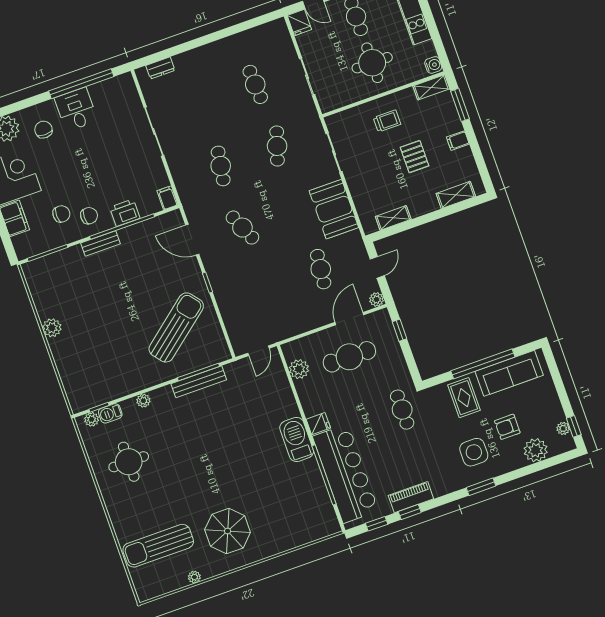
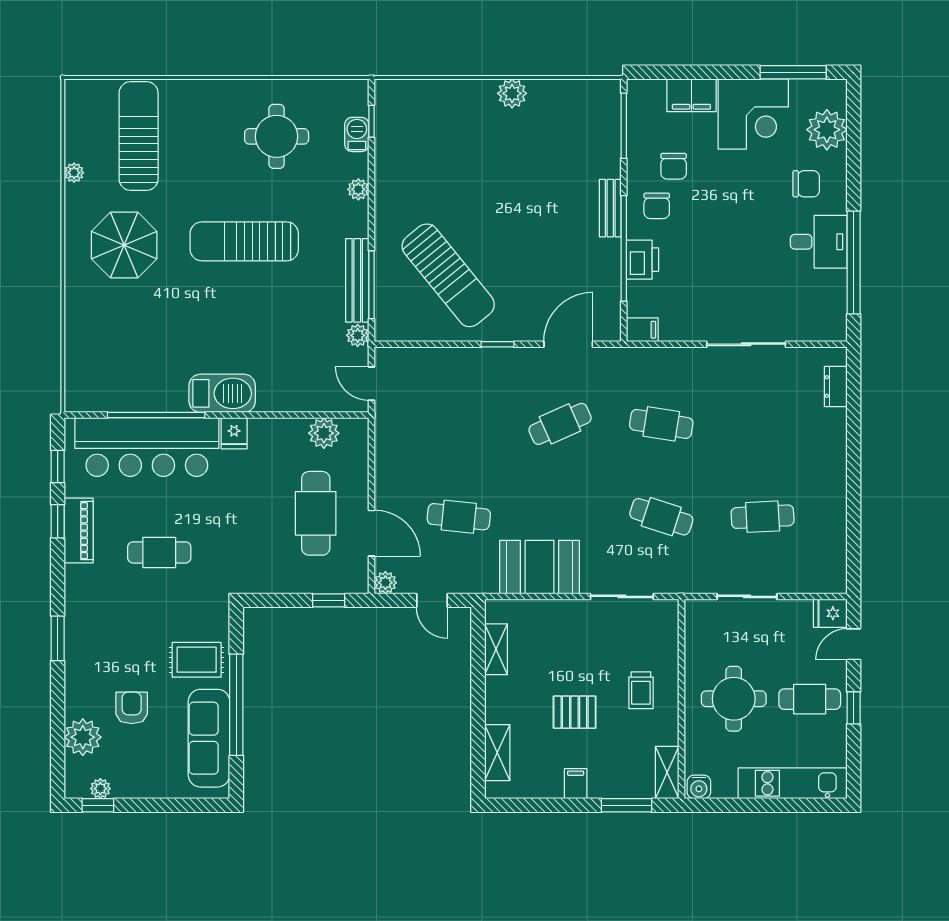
cafe table: (402, 410) -> (159, 552), moved
plant: (92, 419) -> (358, 335), moved
side table: (474, 452) -> (112, 646), removed
sun lounger: (199, 459) -> (244, 241), added

